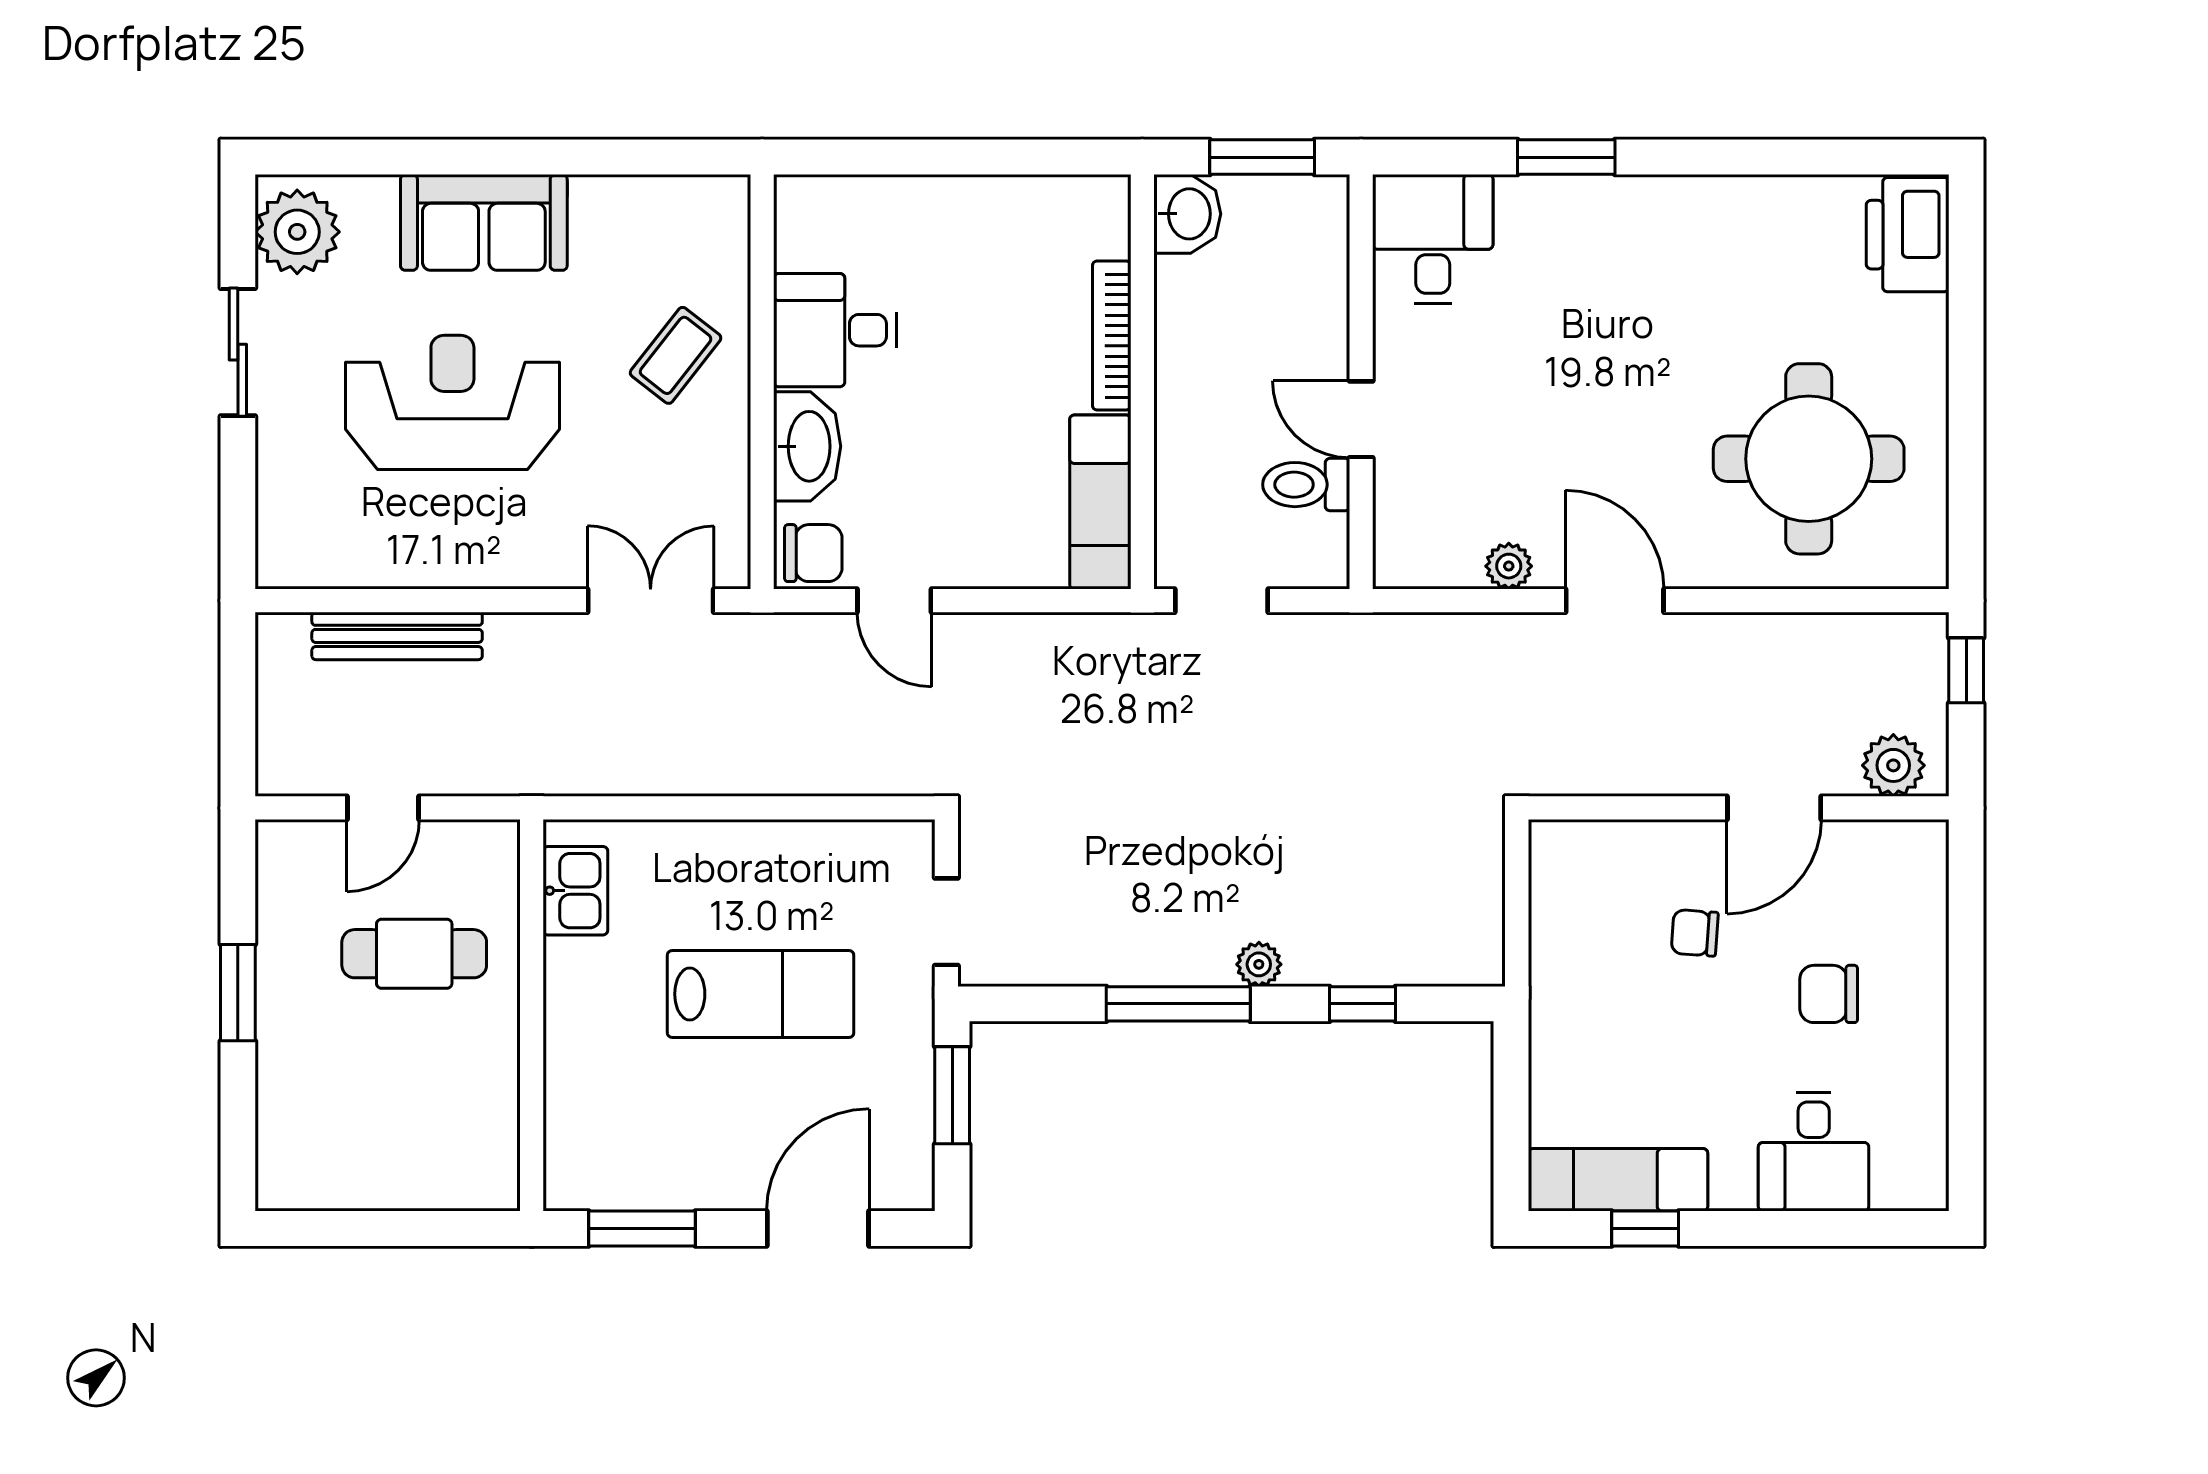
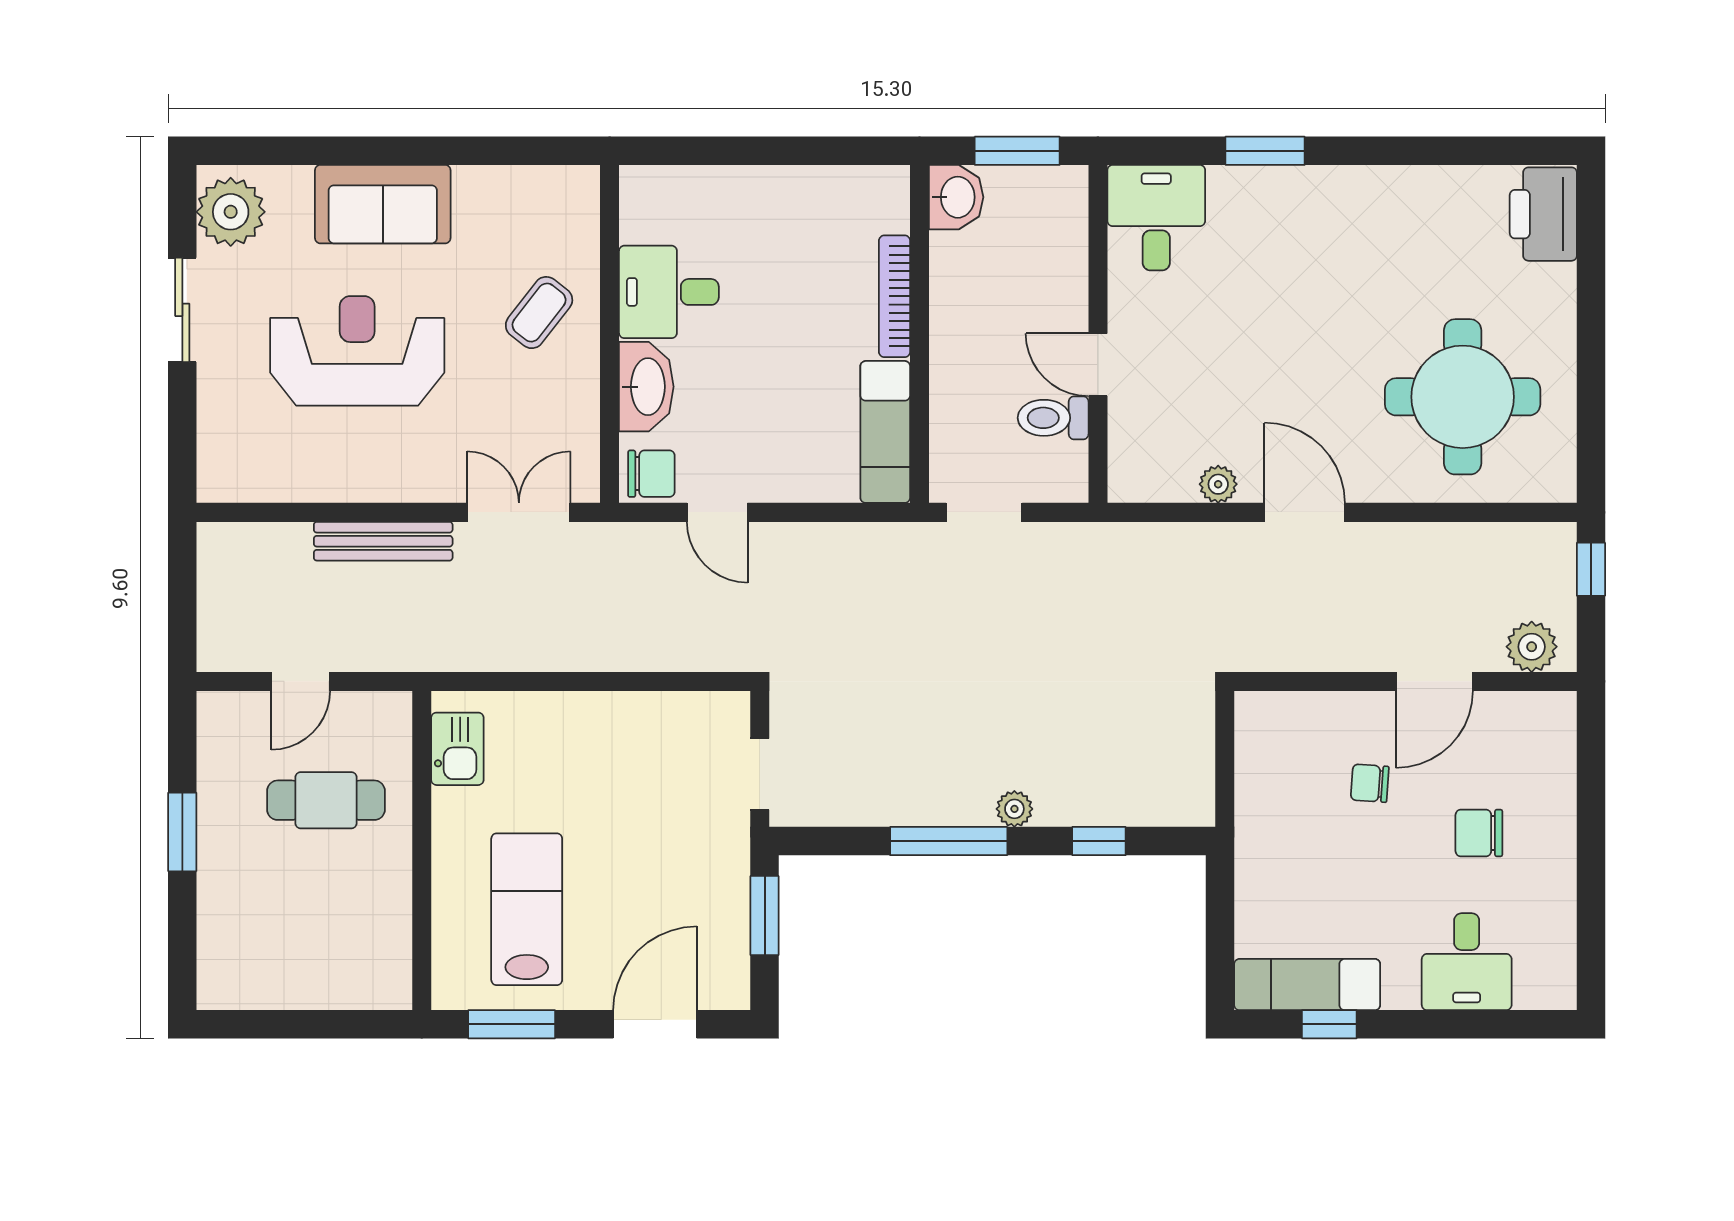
bench: (397, 636) -> (383, 541), moved
lab bench: (761, 994) -> (527, 909), moved, turned -90

